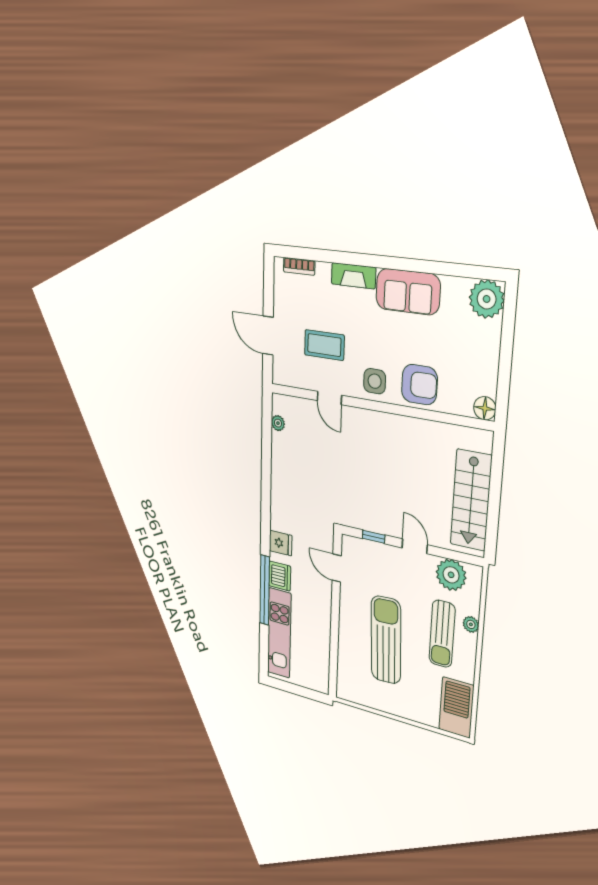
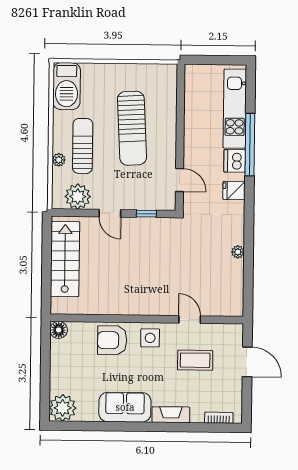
plant: (278, 423) -> (238, 252), moved

